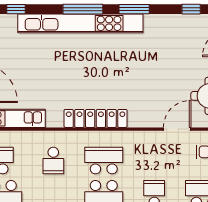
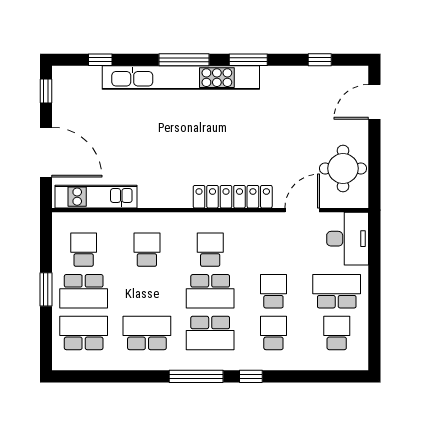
locker: (96, 118) -> (233, 197), moved
school desk: (53, 161) -> (147, 250), turned 180
school desk: (104, 161) -> (210, 250), width x0.54

